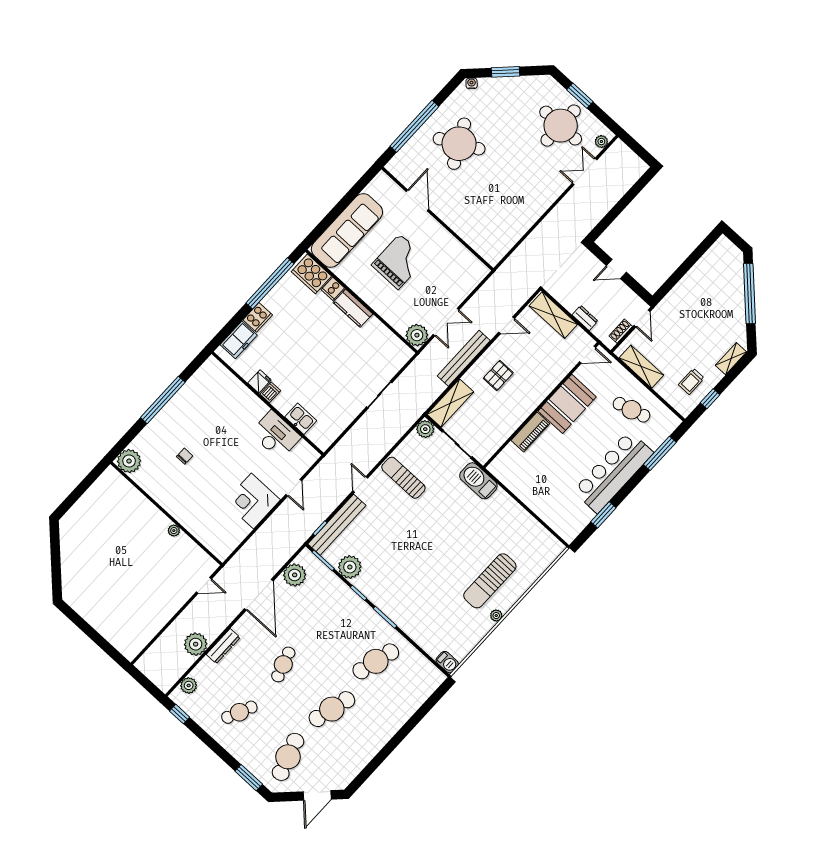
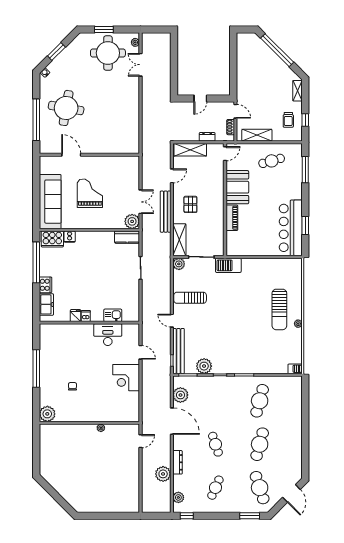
round table: (459, 144) -> (66, 108), turned 38
kitchen counter: (353, 308) -> (127, 237), moved
bar counter: (613, 472) -> (291, 228), moved

